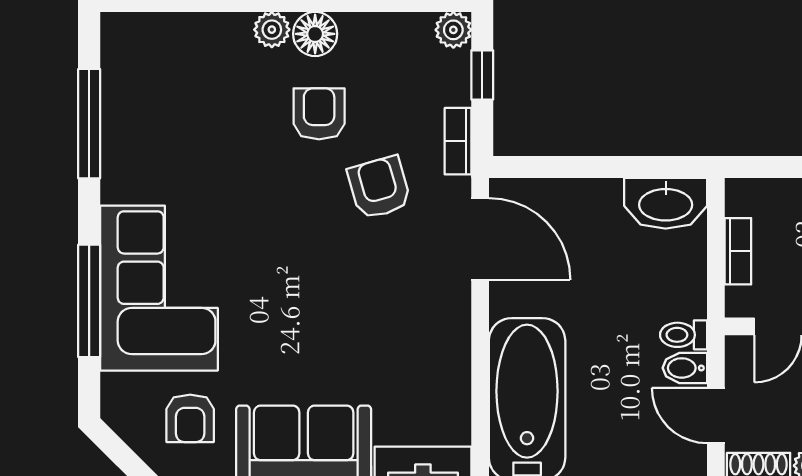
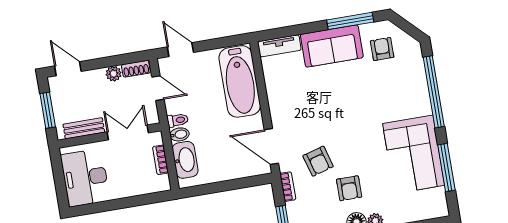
washbasin: (666, 203) -> (185, 160), moved, turned 90
corner sofa: (159, 288) -> (414, 154), moved
window: (89, 301) -> (434, 92), width x1.46
bidet: (685, 368) -> (179, 134), moved

